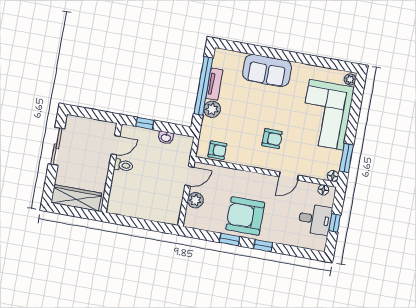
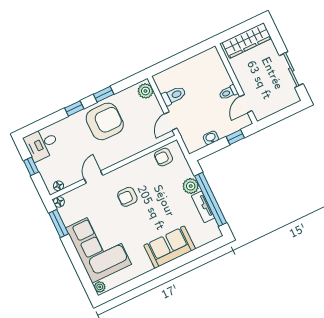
toilet: (171, 196) -> (174, 96), added
plant: (195, 200) -> (145, 91), moved
desk: (315, 219) -> (42, 144), moved

